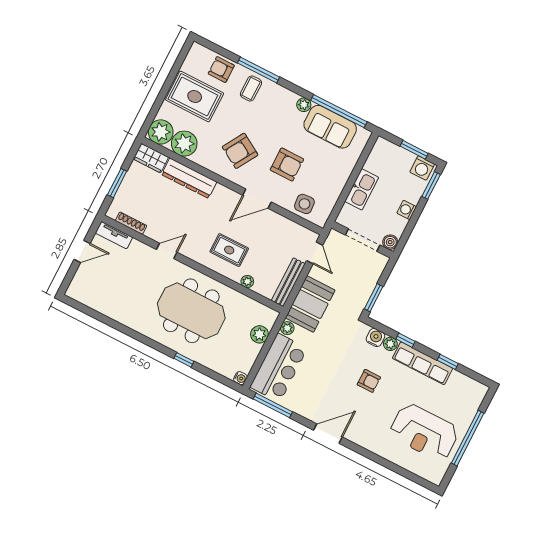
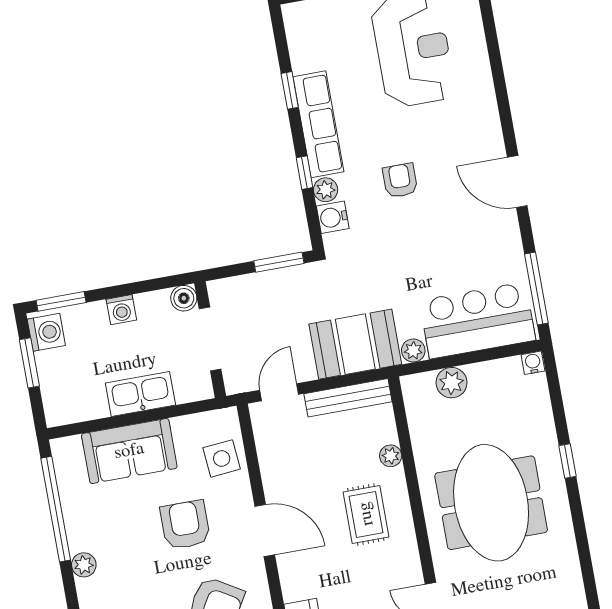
sofa: (330, 127) -> (129, 451), moved, turned 90

